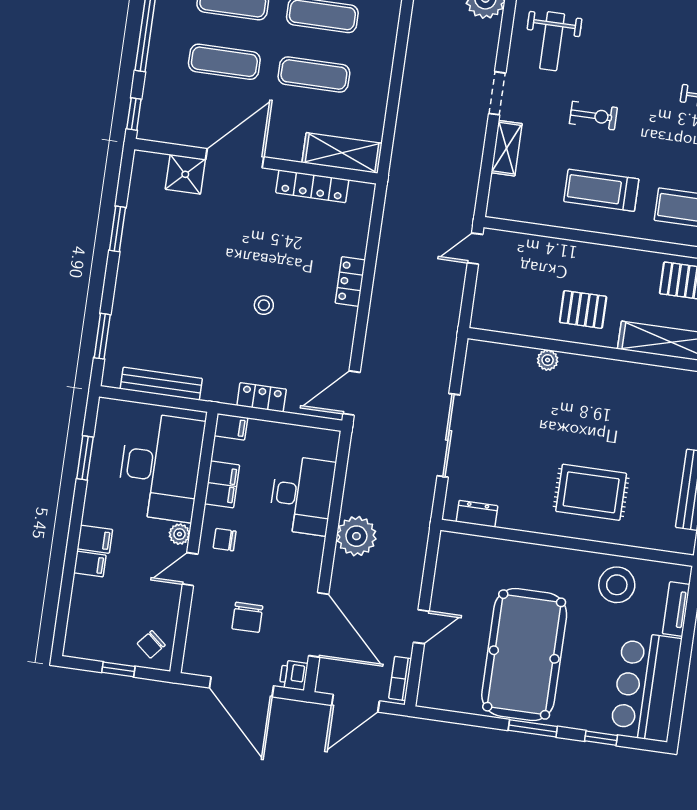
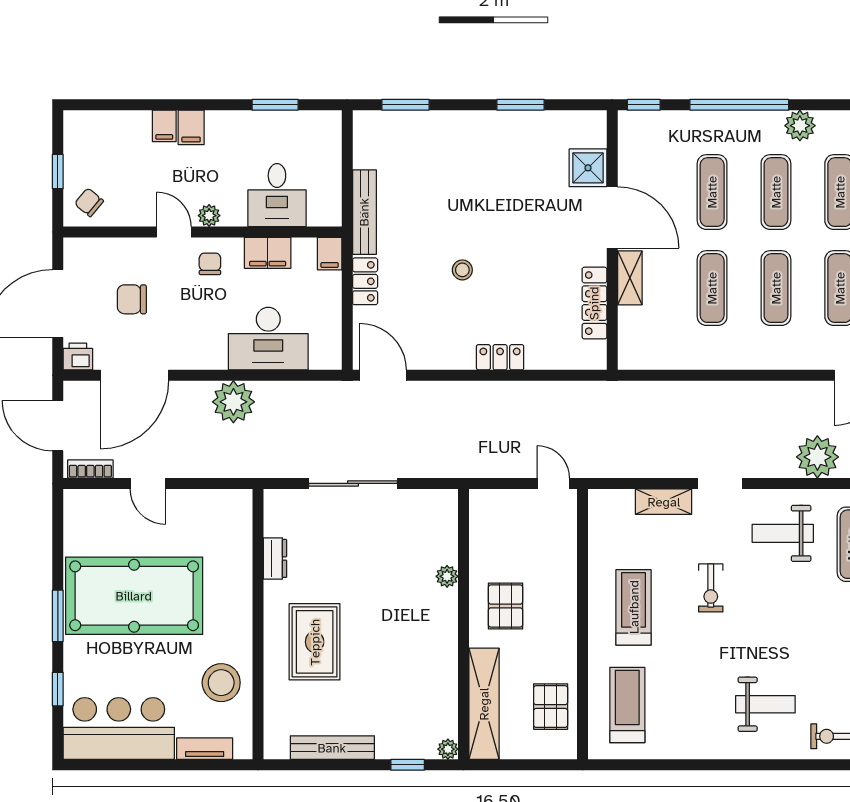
shelving: (342, 153) -> (630, 278), moved, width x0.67, depth x0.75
bench: (161, 384) -> (364, 212), moved
desk: (161, 467) -> (277, 195), width x0.53, depth x0.77
dresser: (477, 514) -> (275, 558), moved

